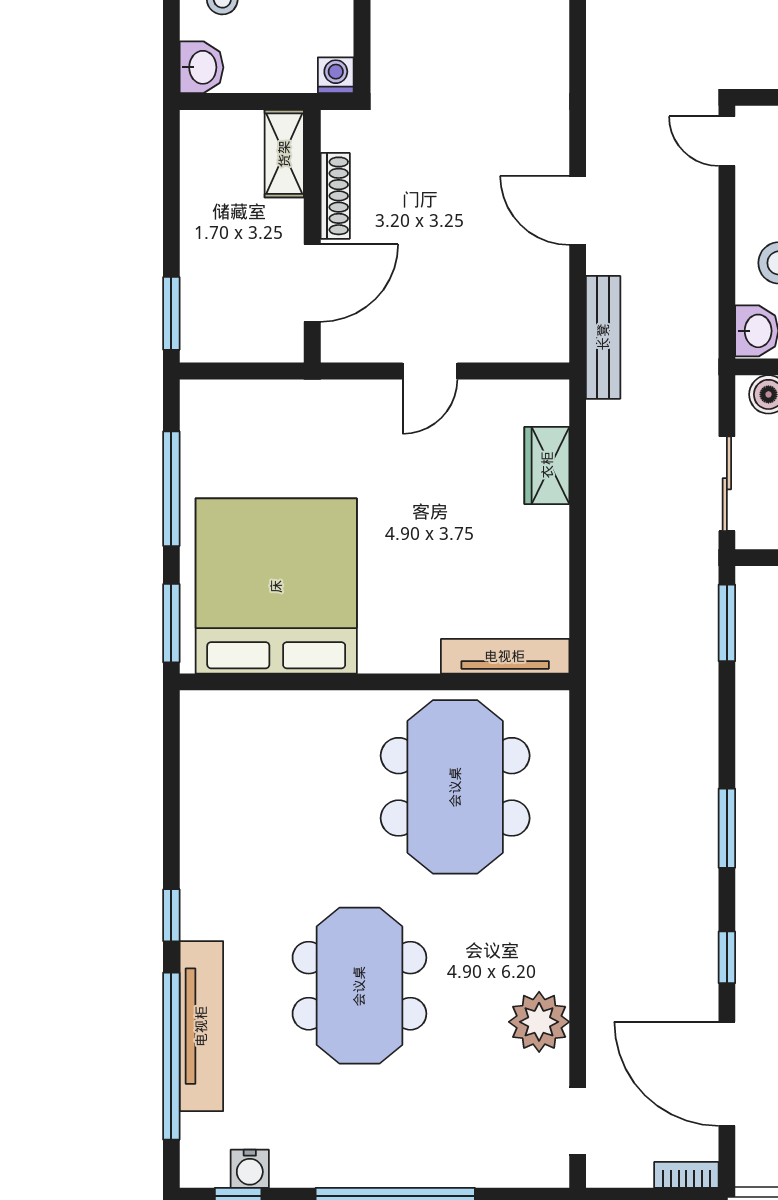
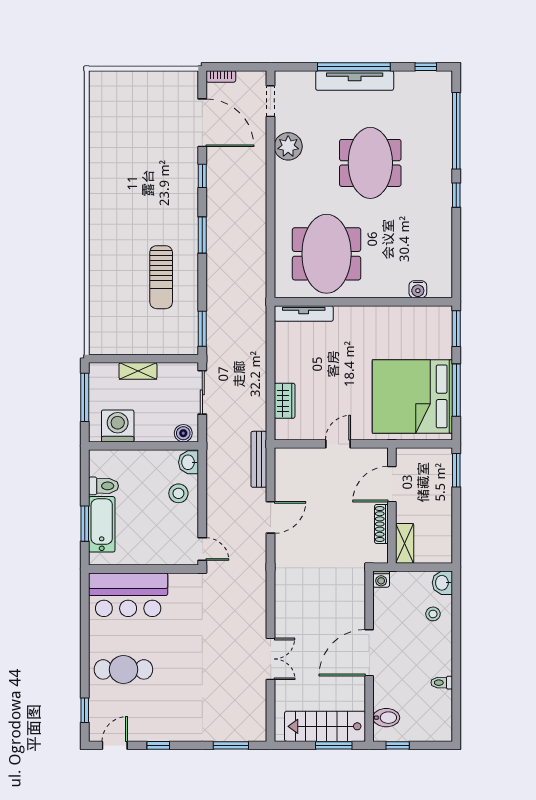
door: (578, 210) -> (271, 517), hinge flipped
bed: (276, 586) -> (412, 396), moved, turned 90
tv unit: (201, 1026) -> (355, 80), moved, turned -90
water cooler: (250, 1169) -> (418, 289), moved, turned 180

